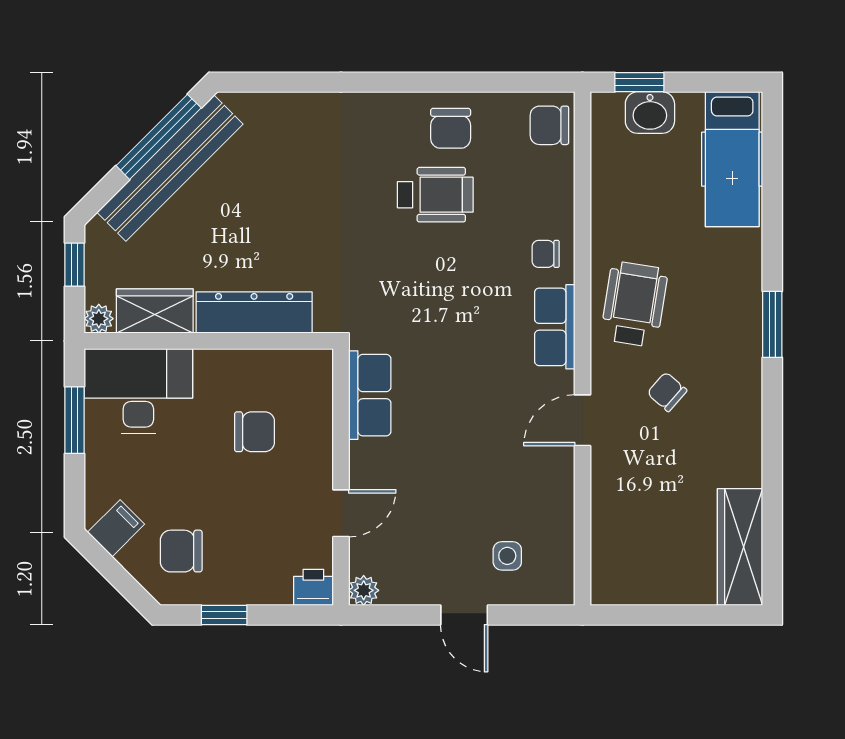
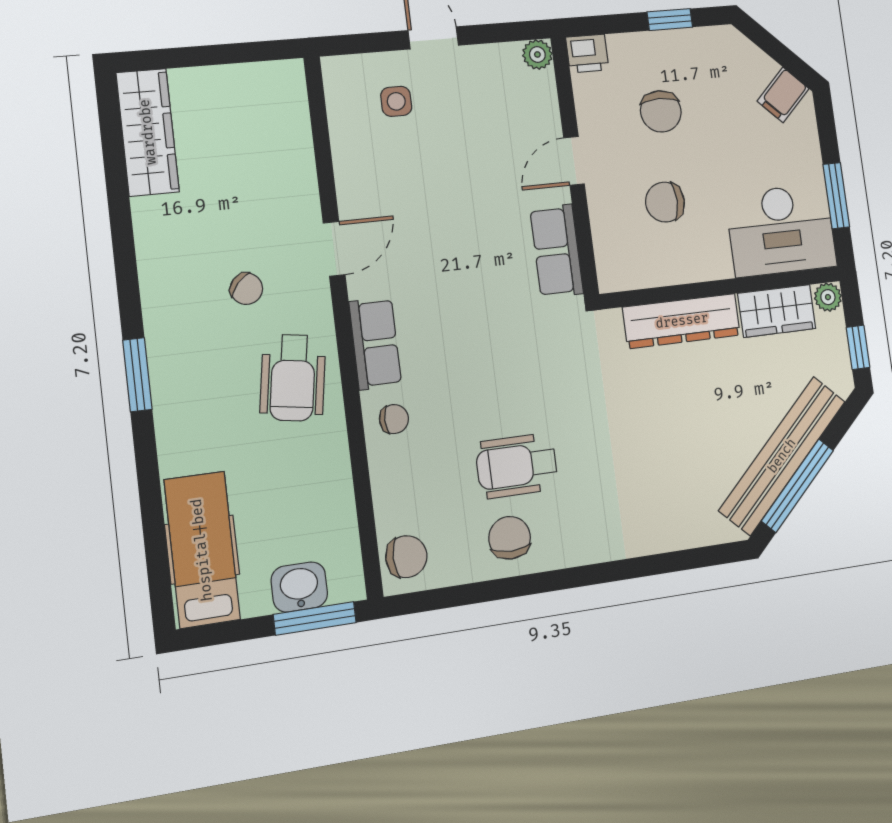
window: (639, 82) -> (315, 618), width x1.50
door: (341, 513) -> (574, 161), moved
chair: (181, 551) -> (661, 111), moved, turned 90

